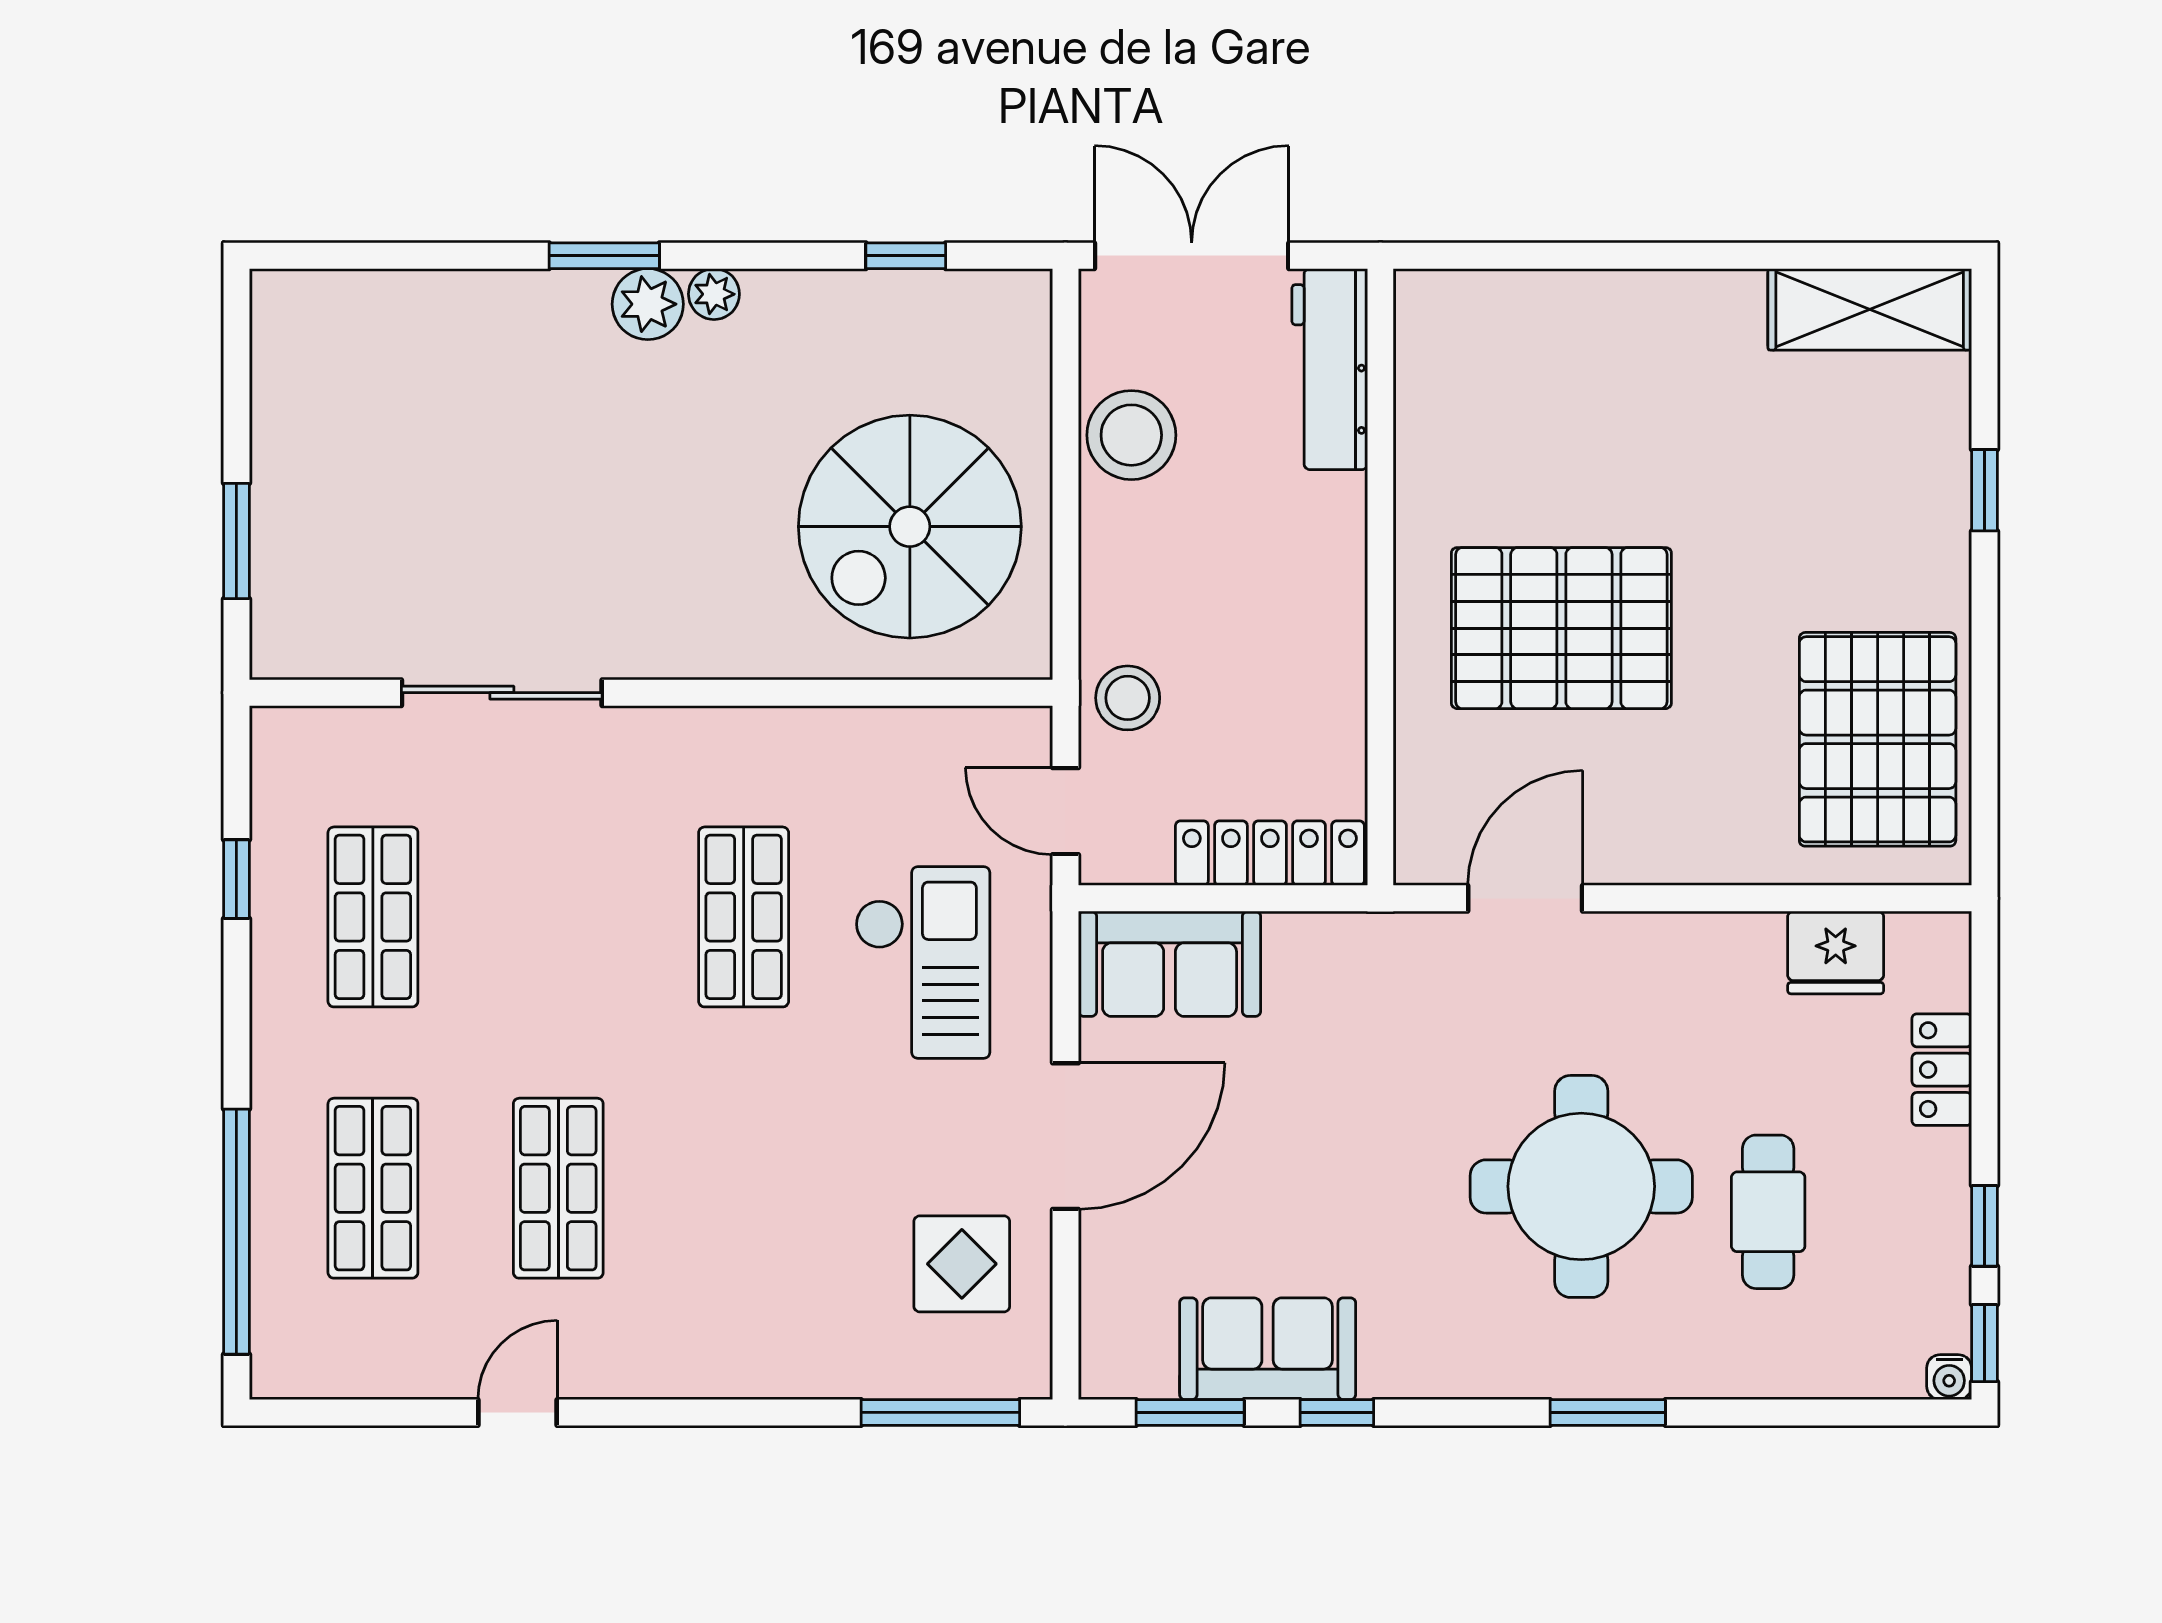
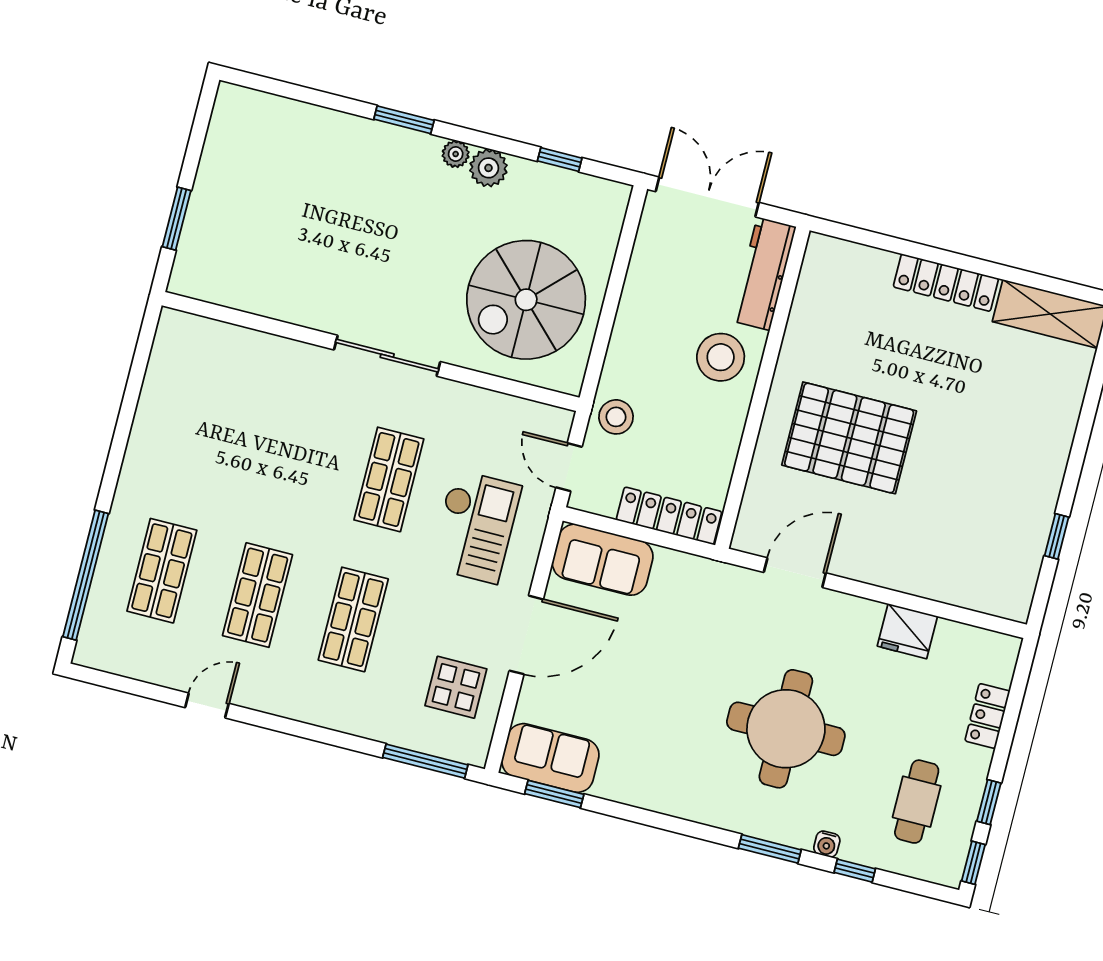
locker: (1665, 301) -> (946, 283), added
plant: (648, 304) -> (488, 168), moved
stool: (1131, 435) -> (721, 357), moved
window: (1984, 490) -> (1057, 536), moved
sliding door: (502, 693) -> (387, 356), moved
pallet: (1878, 739) -> (998, 537), removed
window: (236, 879) -> (132, 393), removed
shop shelf: (373, 917) -> (353, 619), moved
fridge: (1836, 953) -> (907, 631), moved
cafe table: (1768, 1212) -> (917, 802), moved
sofa: (1268, 1349) -> (550, 758), moved
water cooler: (1949, 1377) -> (827, 844), moved
window: (1337, 1412) -> (855, 871), moved

